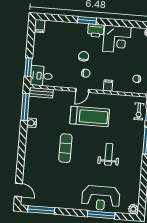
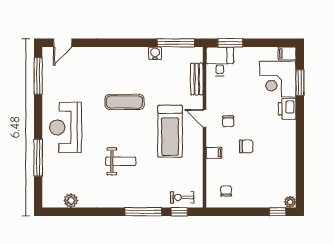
window: (87, 20) -> (300, 83), moved
printer: (96, 31) -> (287, 109), moved
corner desk: (117, 39) -> (278, 79), moved
chair: (84, 56) -> (246, 146), moved
bench: (41, 93) -> (197, 79), moved
reception desk: (101, 198) -> (65, 127), moved
plant: (133, 209) -> (71, 201), moved

